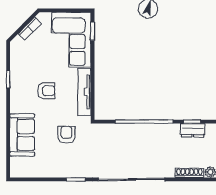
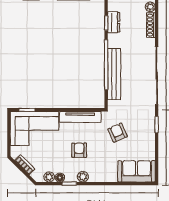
plant: (16, 56) -> (49, 177), added
floor lamp: (15, 69) -> (60, 178), added
plant: (16, 95) -> (83, 177), added
bench: (133, 131) -> (114, 74), added
sofa: (22, 135) -> (137, 171), moved
armchair: (66, 135) -> (118, 133), turned 66

